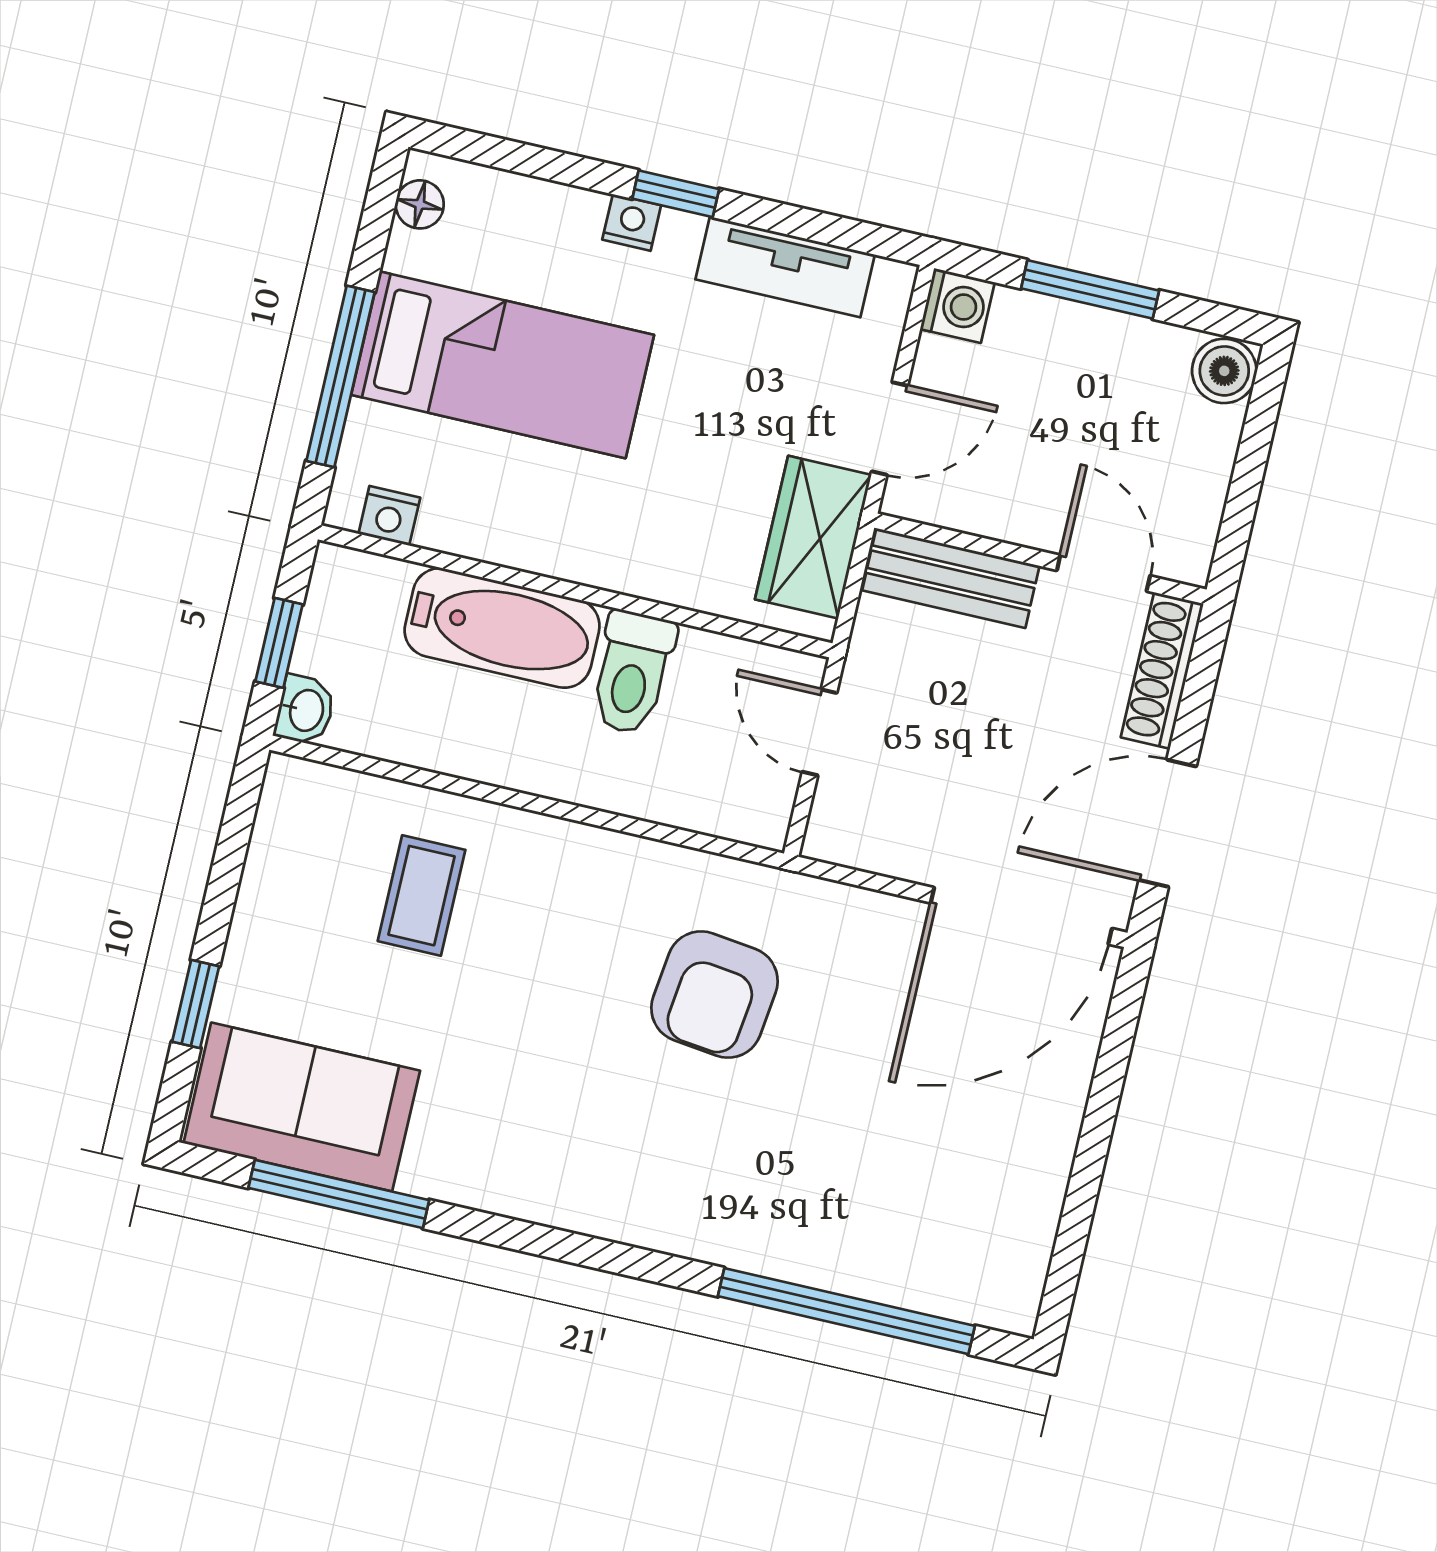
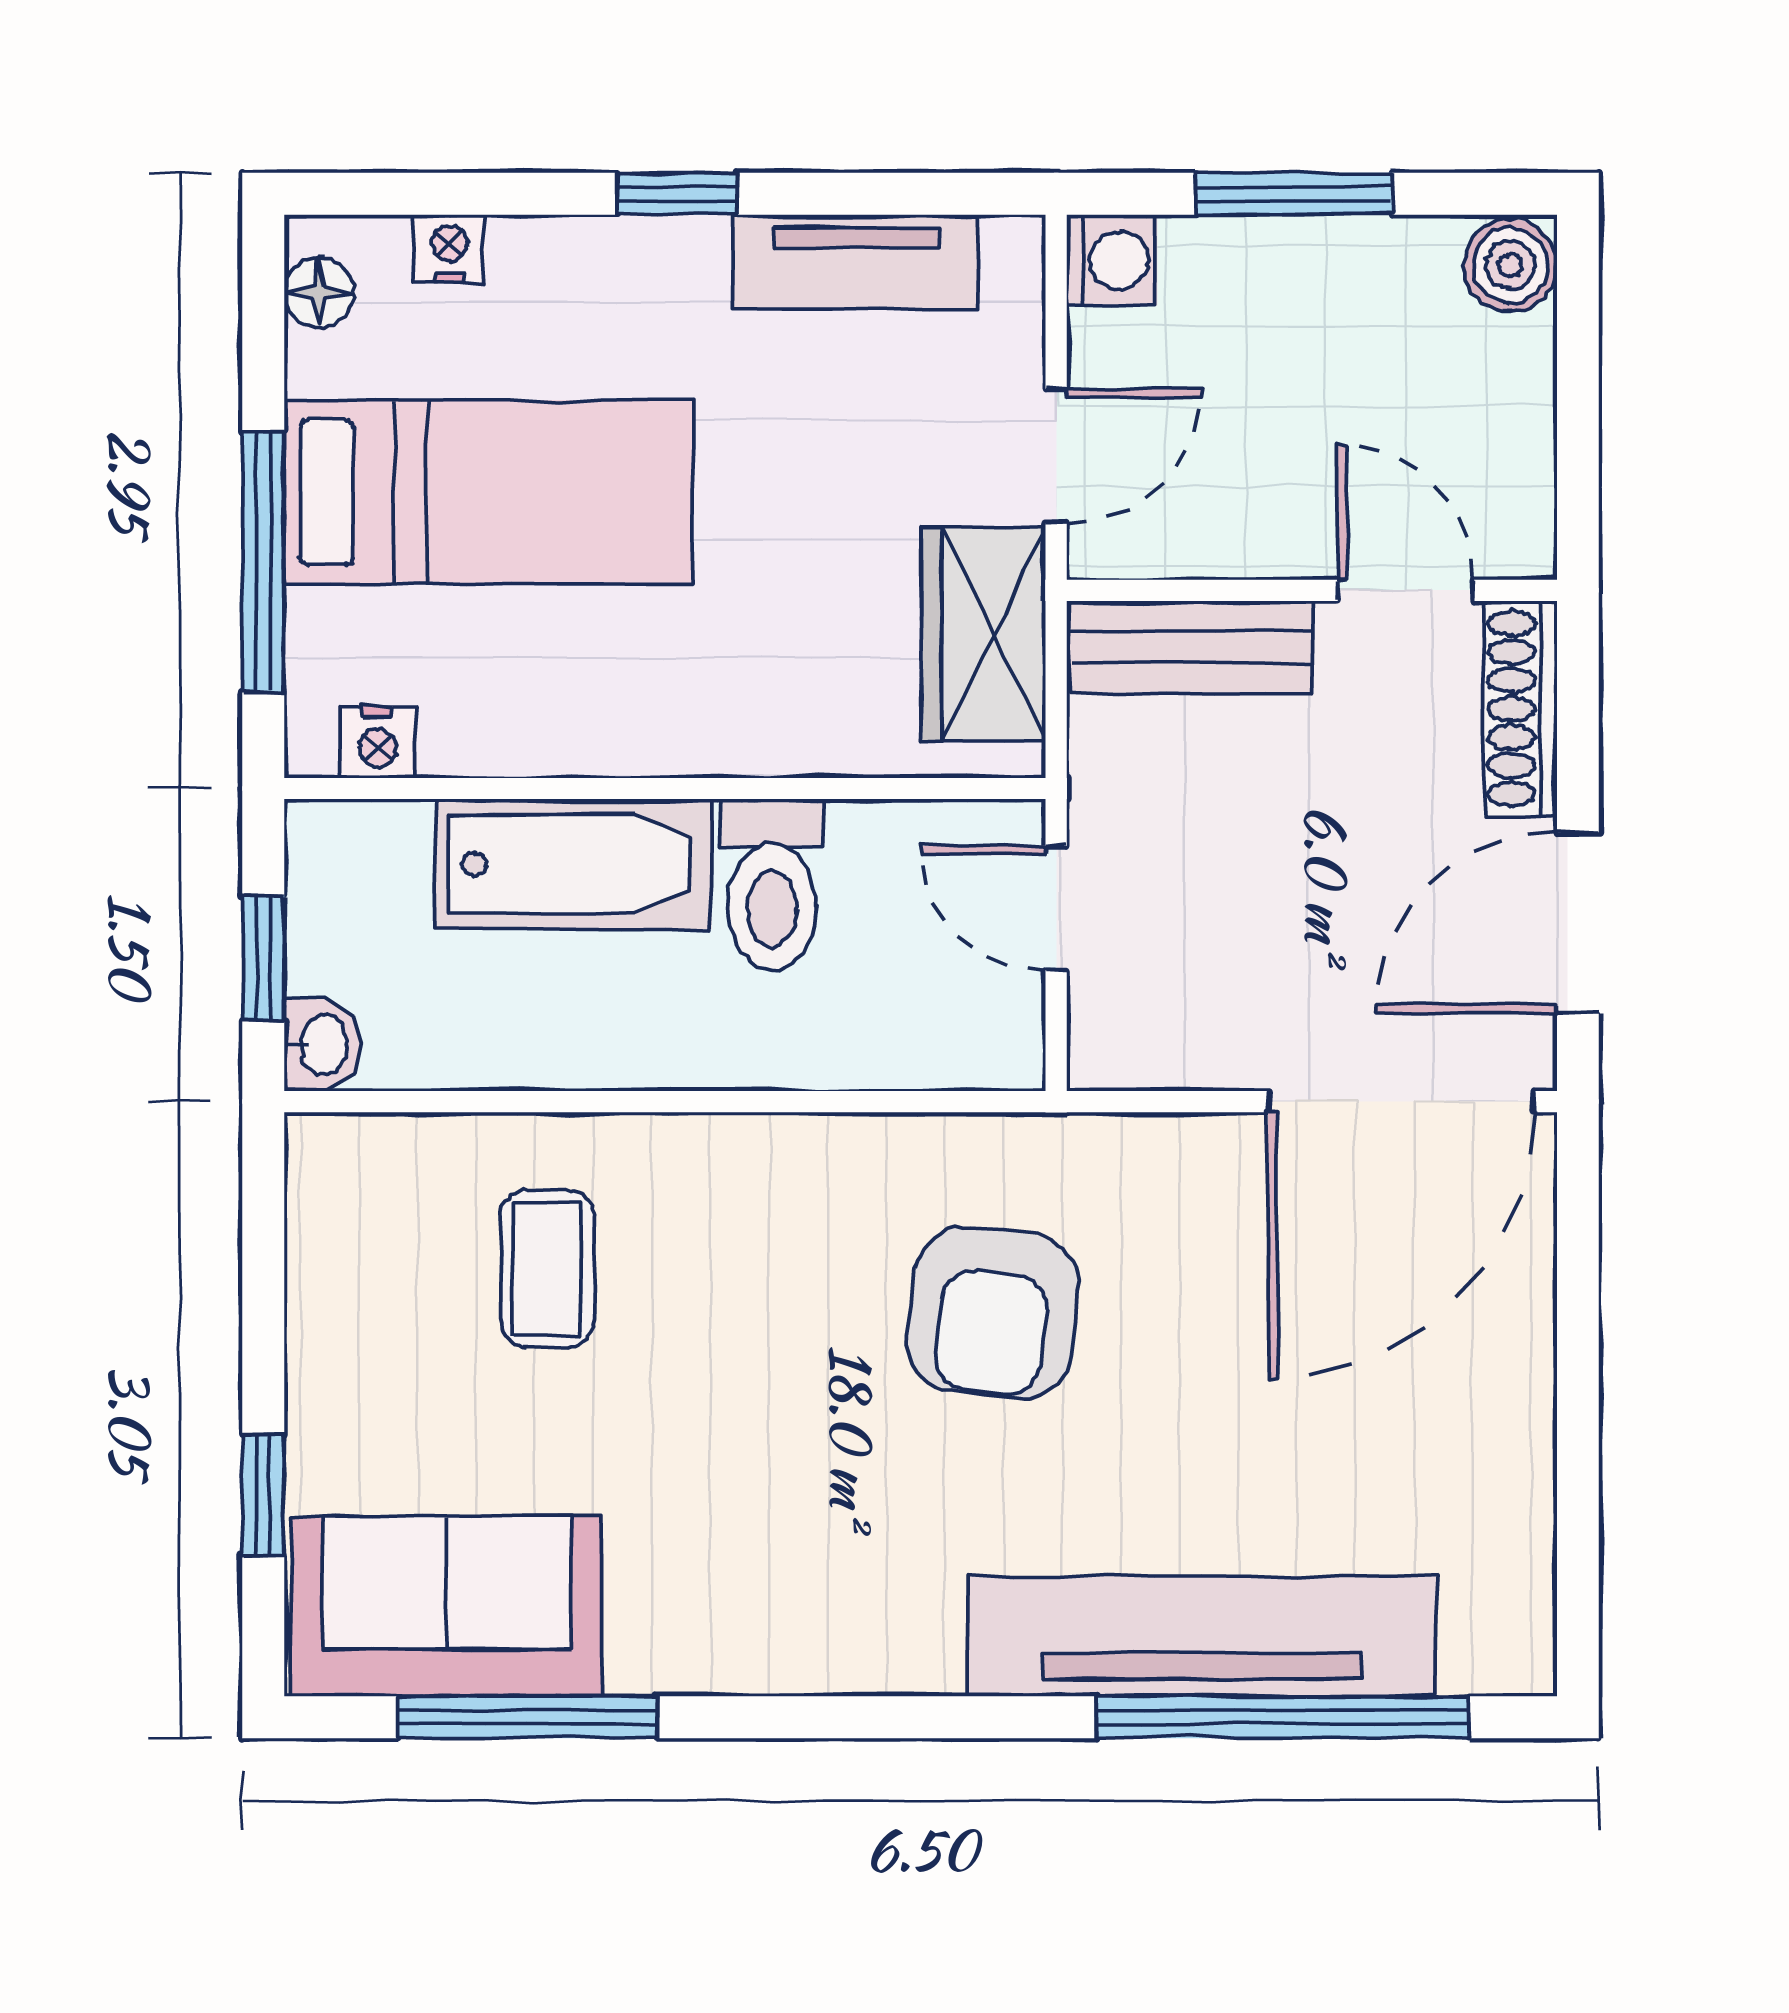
nightstand: (632, 222) -> (449, 249), moved
tv unit: (805, 1244) -> (1202, 1636), added

